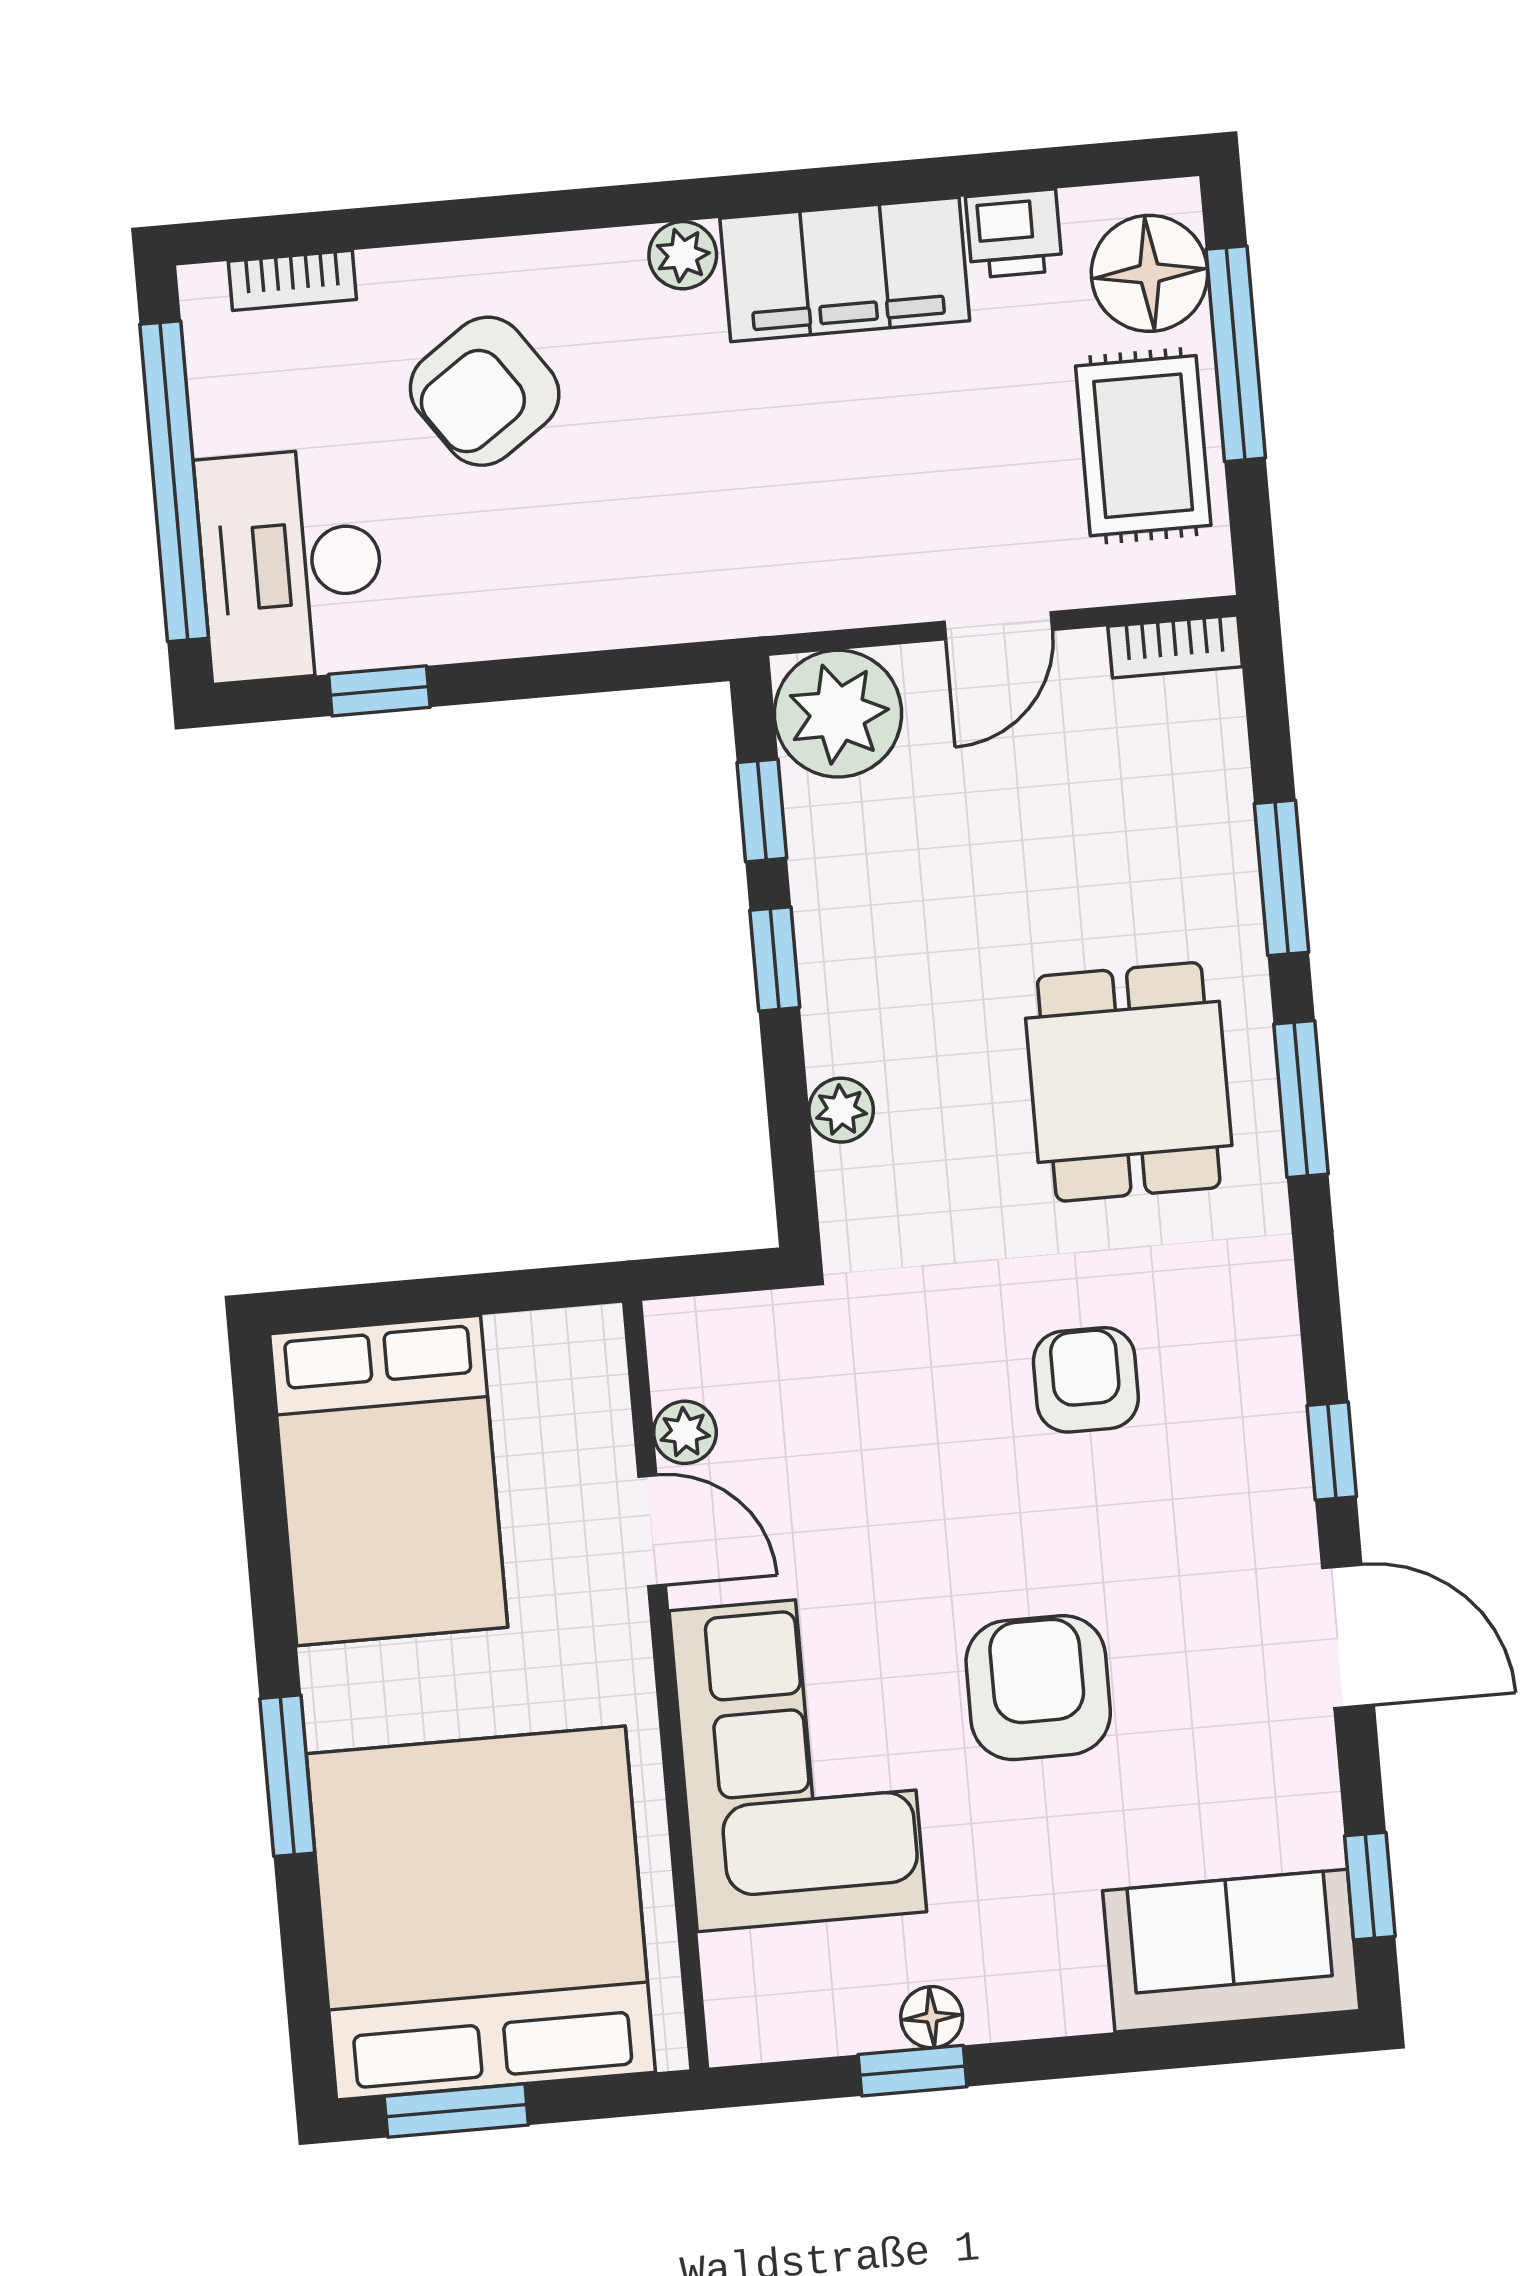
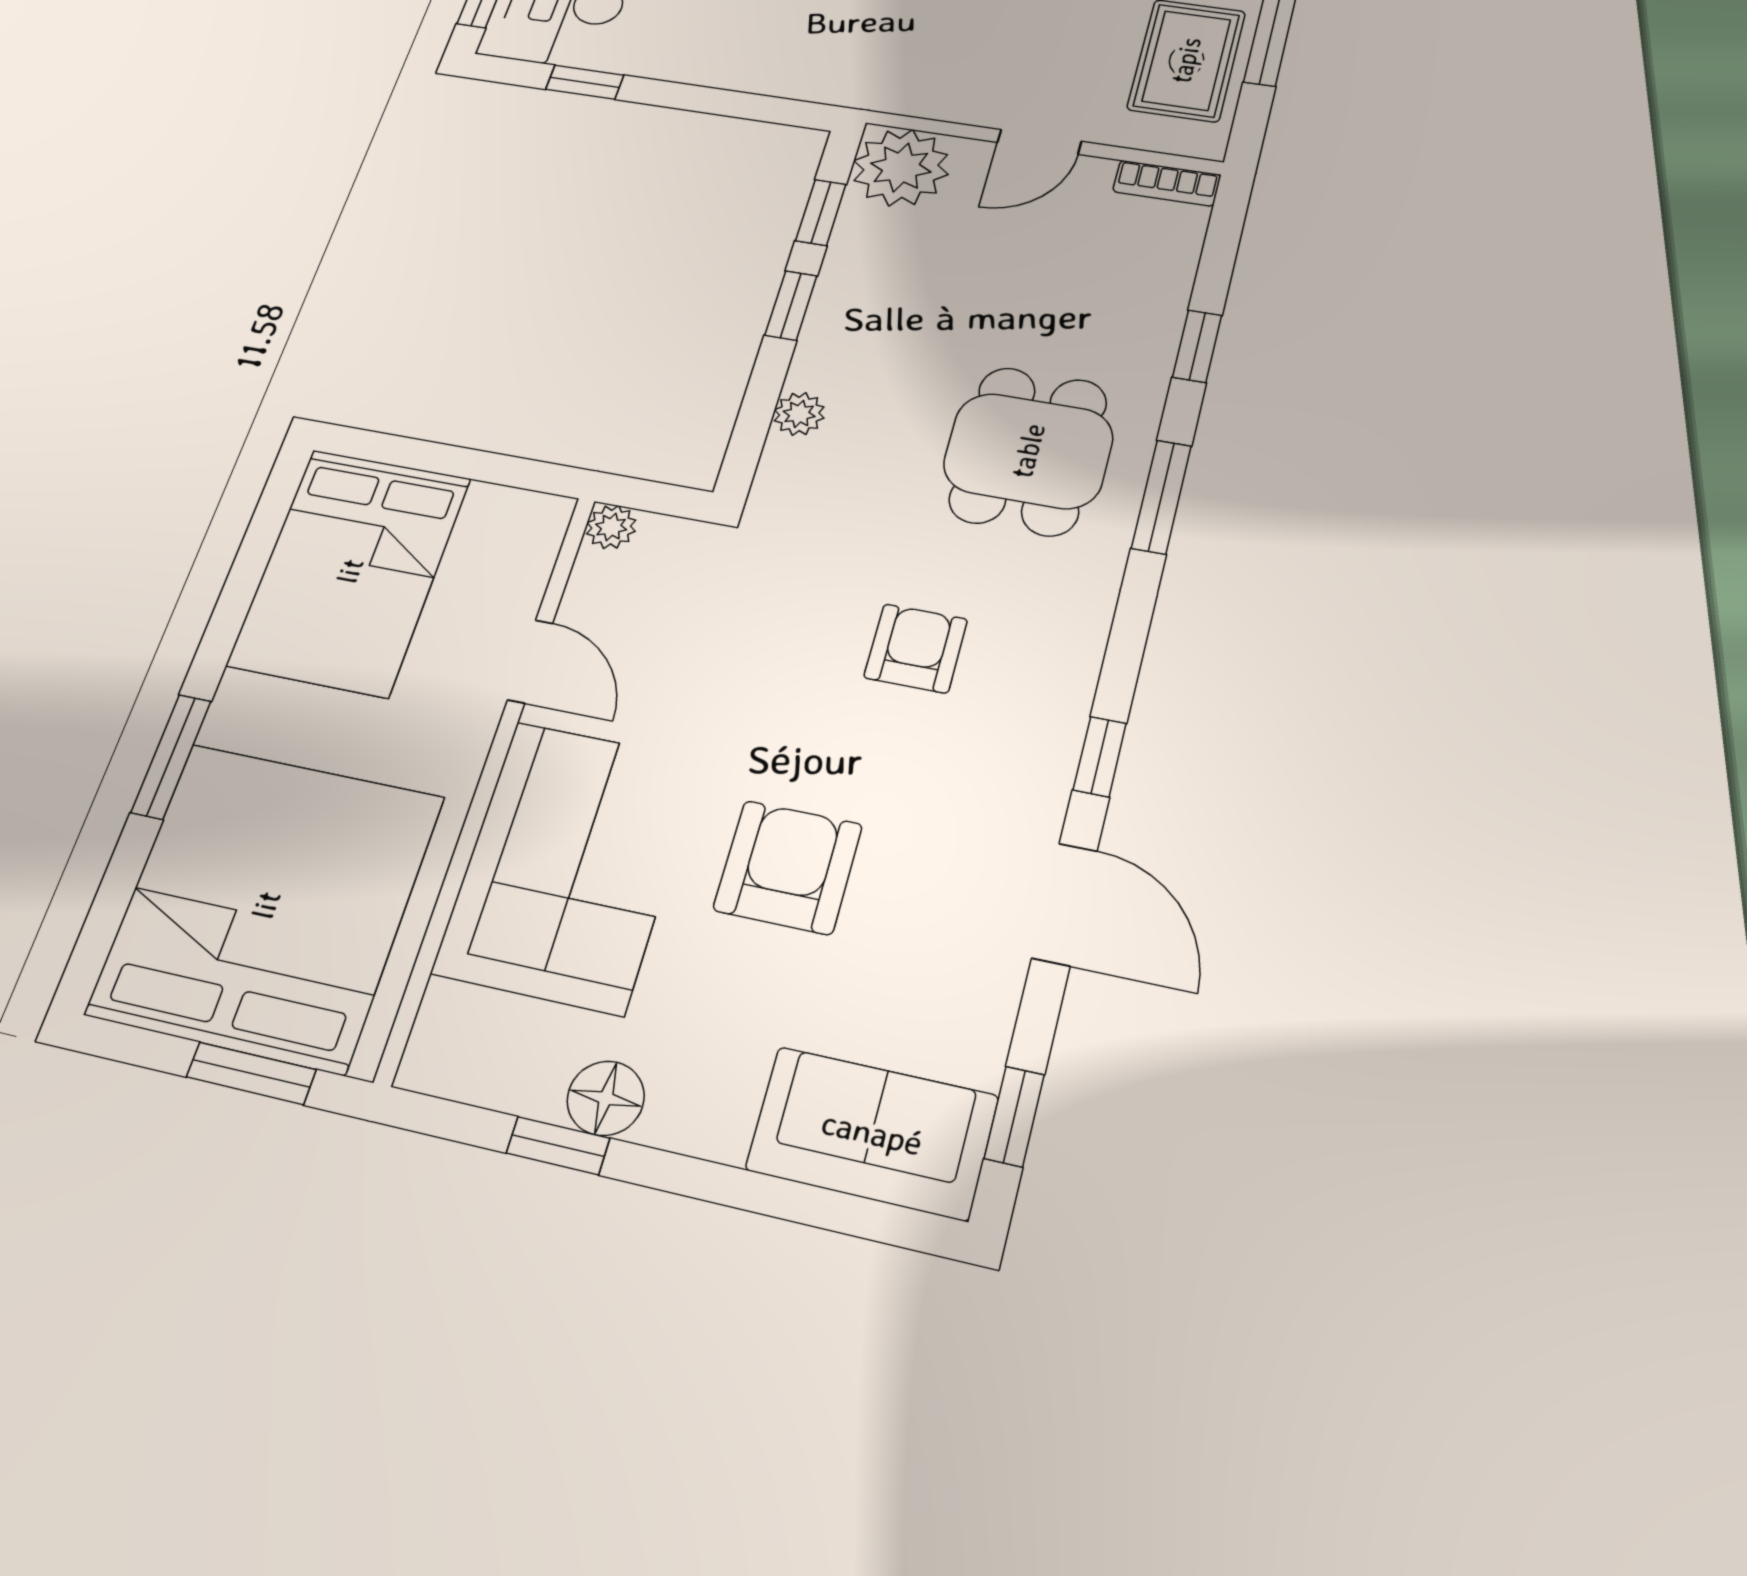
window: (1282, 878) -> (1197, 346), width x0.67
plant: (685, 1432) -> (611, 527), moved
floor lamp: (932, 2017) -> (606, 1098), width x1.37, depth x1.37
window: (456, 2111) -> (251, 1073), moved

